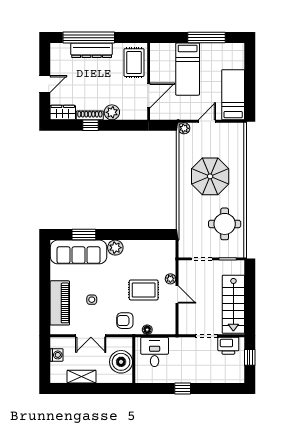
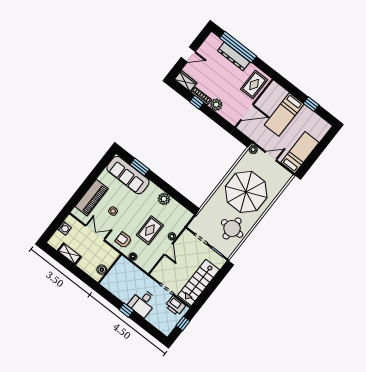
window: (206, 38) -> (311, 104), width x0.46
parasol: (210, 176) -> (246, 192), width x1.36, depth x1.36
plant: (115, 248) -> (164, 199), moved
rug: (144, 290) -> (150, 230), turned 90
double door: (91, 336) -> (95, 233), swing flipped
desk: (155, 352) -> (143, 303), moved, turned 180
boiler: (121, 362) -> (102, 270), width x0.54, depth x0.54

